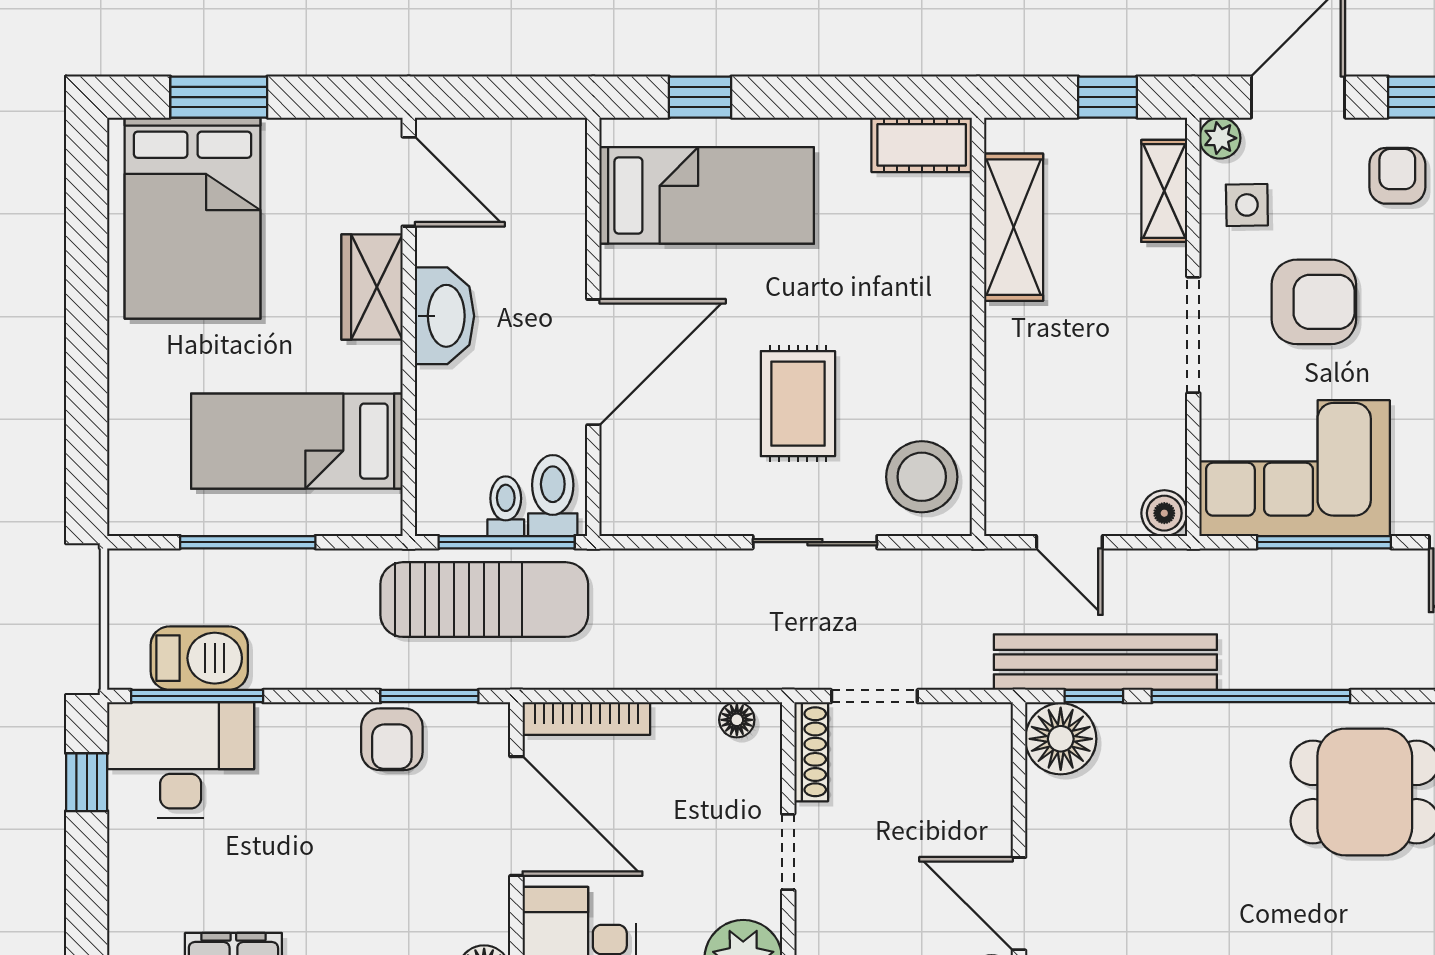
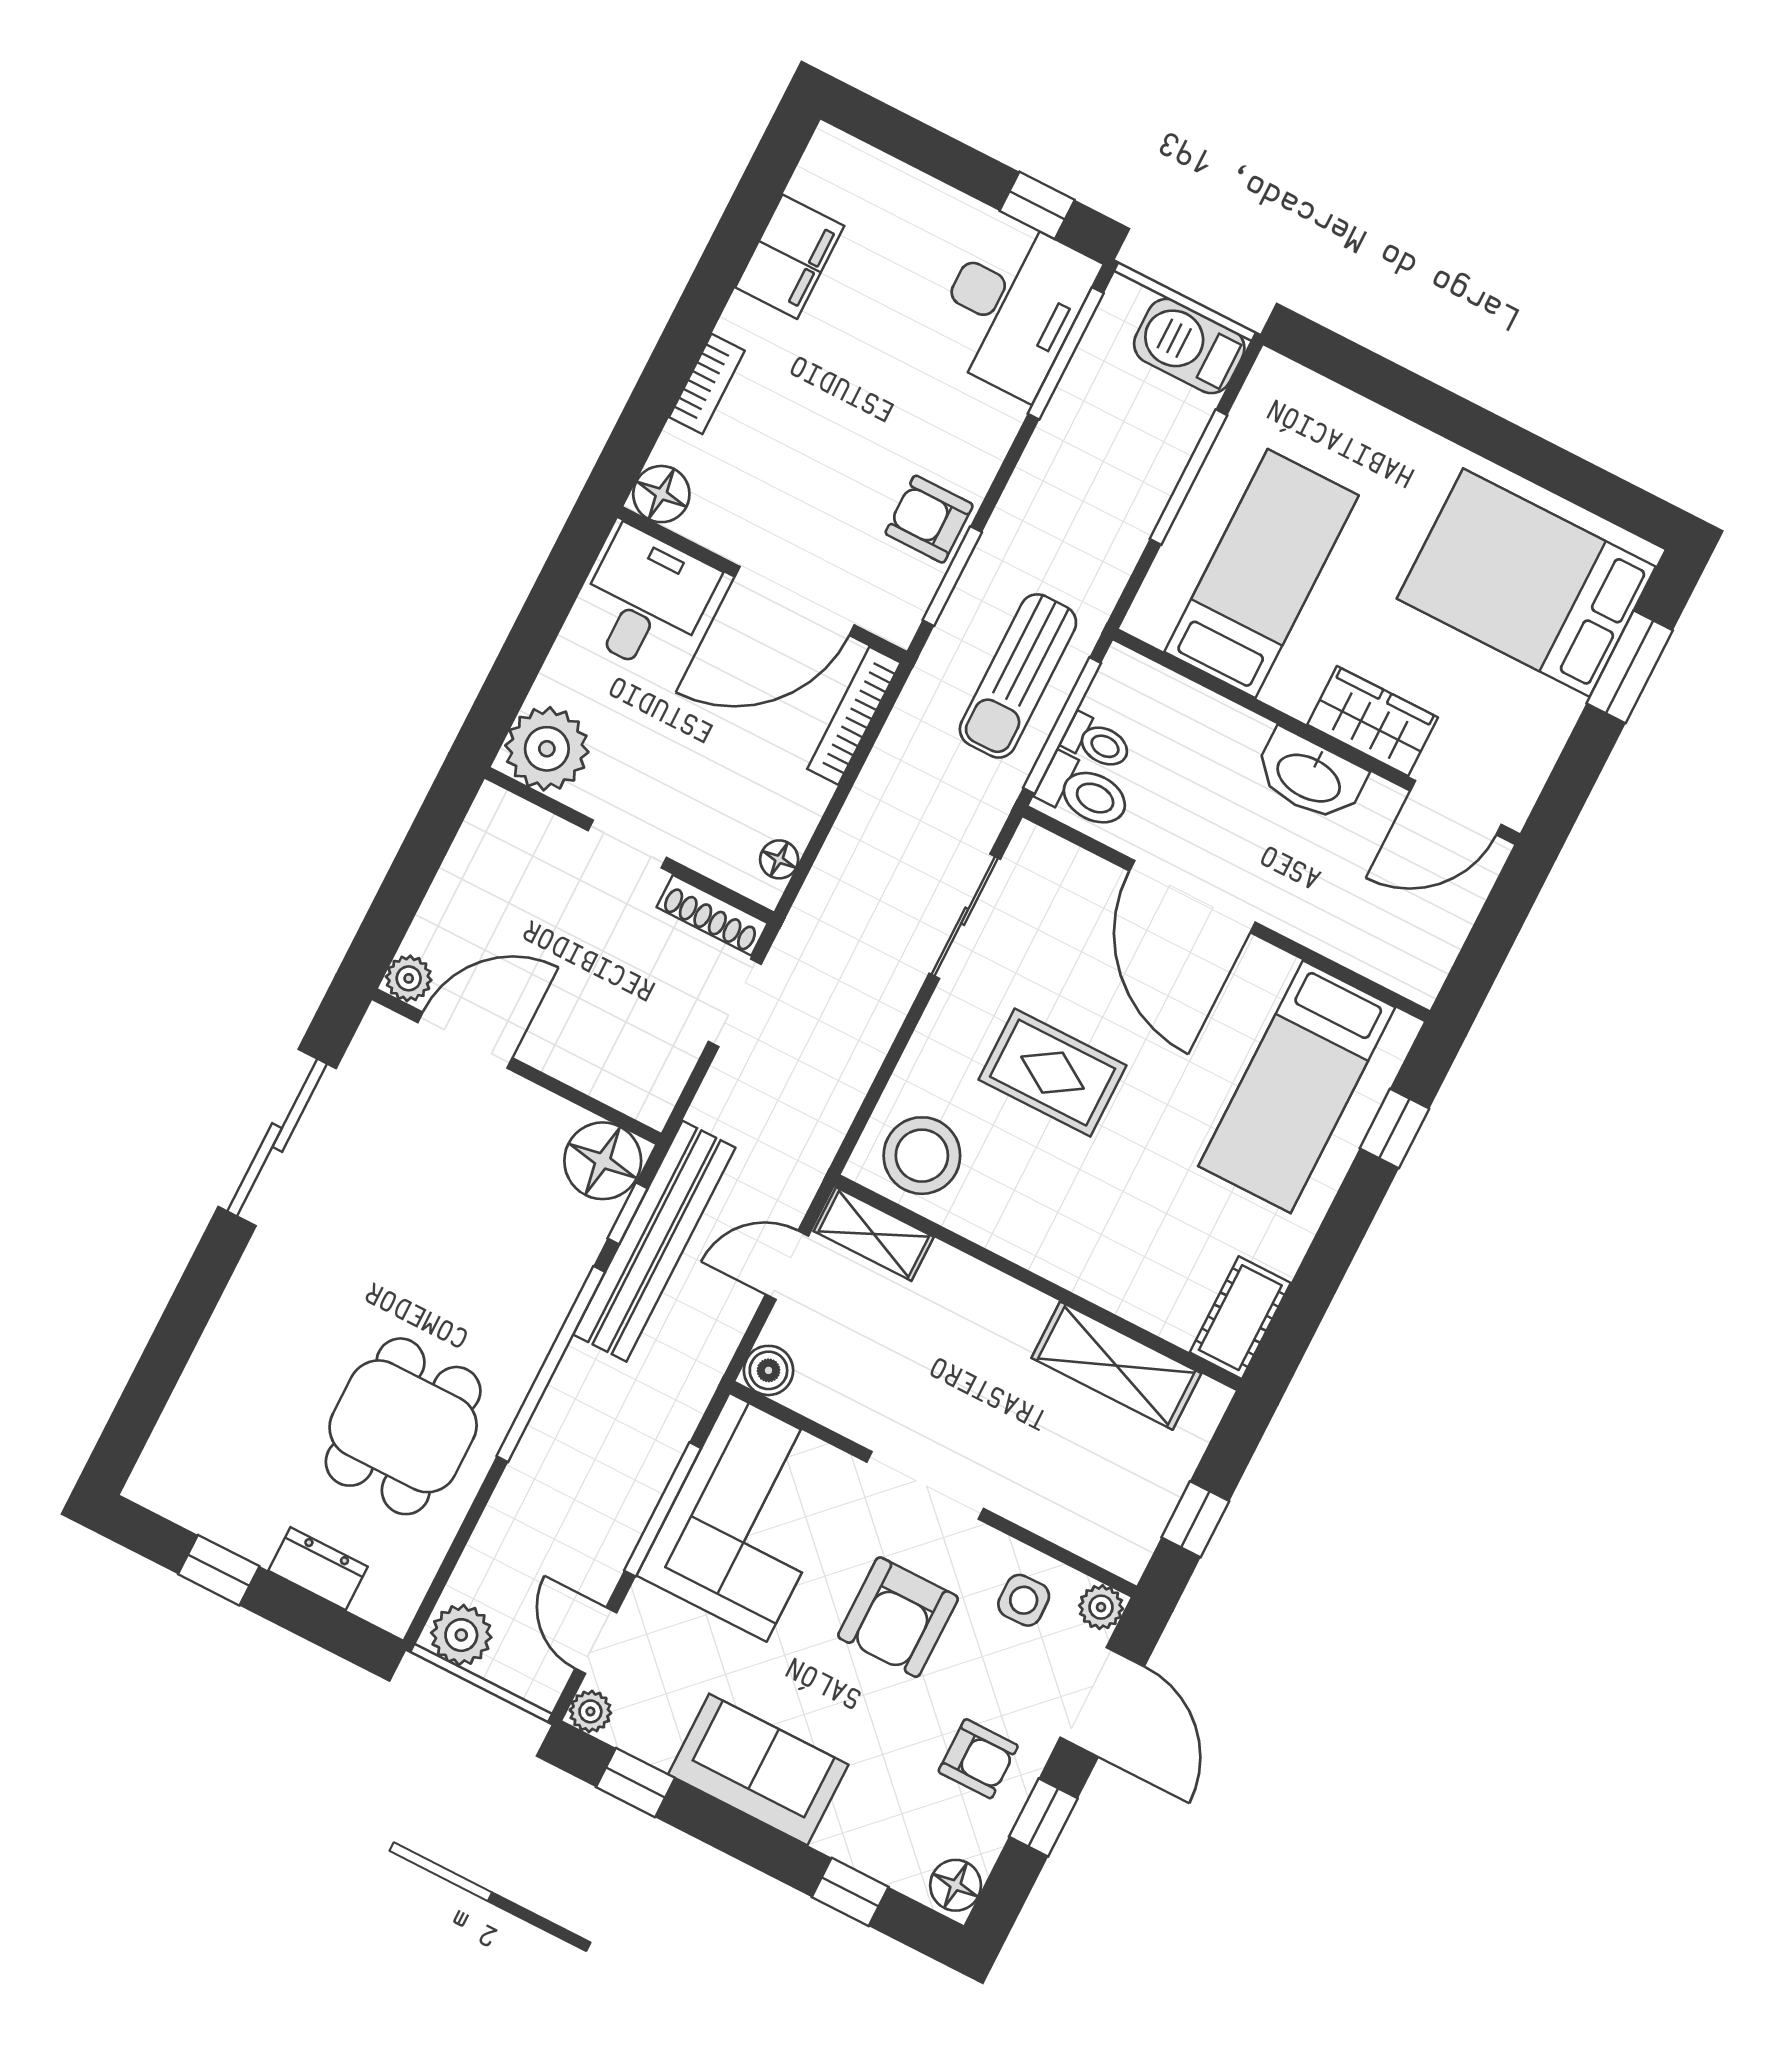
shelving: (1164, 191) -> (874, 1234), moved
sliding door: (815, 542) -> (965, 916), moved
sun lounger: (484, 600) -> (1018, 676), width x0.73, depth x0.75
barbecue: (199, 658) -> (1189, 346), moved, turned 90

